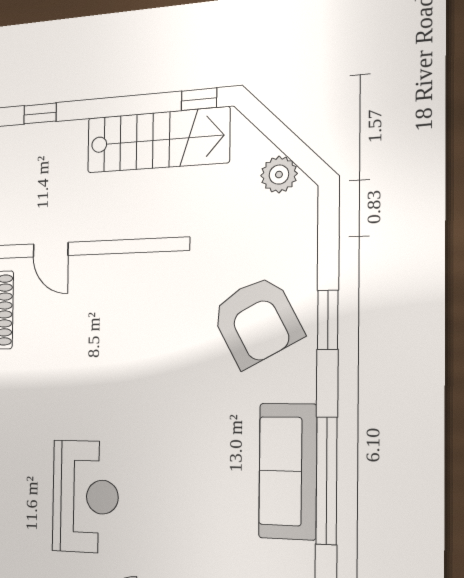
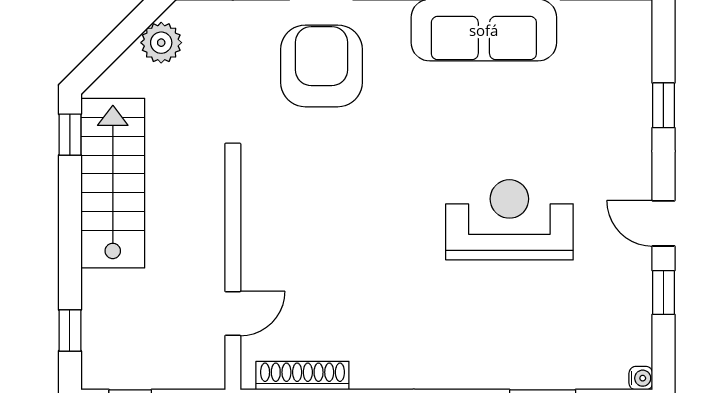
armchair: (257, 321) -> (321, 66), turned -62
reception desk: (85, 496) -> (509, 220), moved

